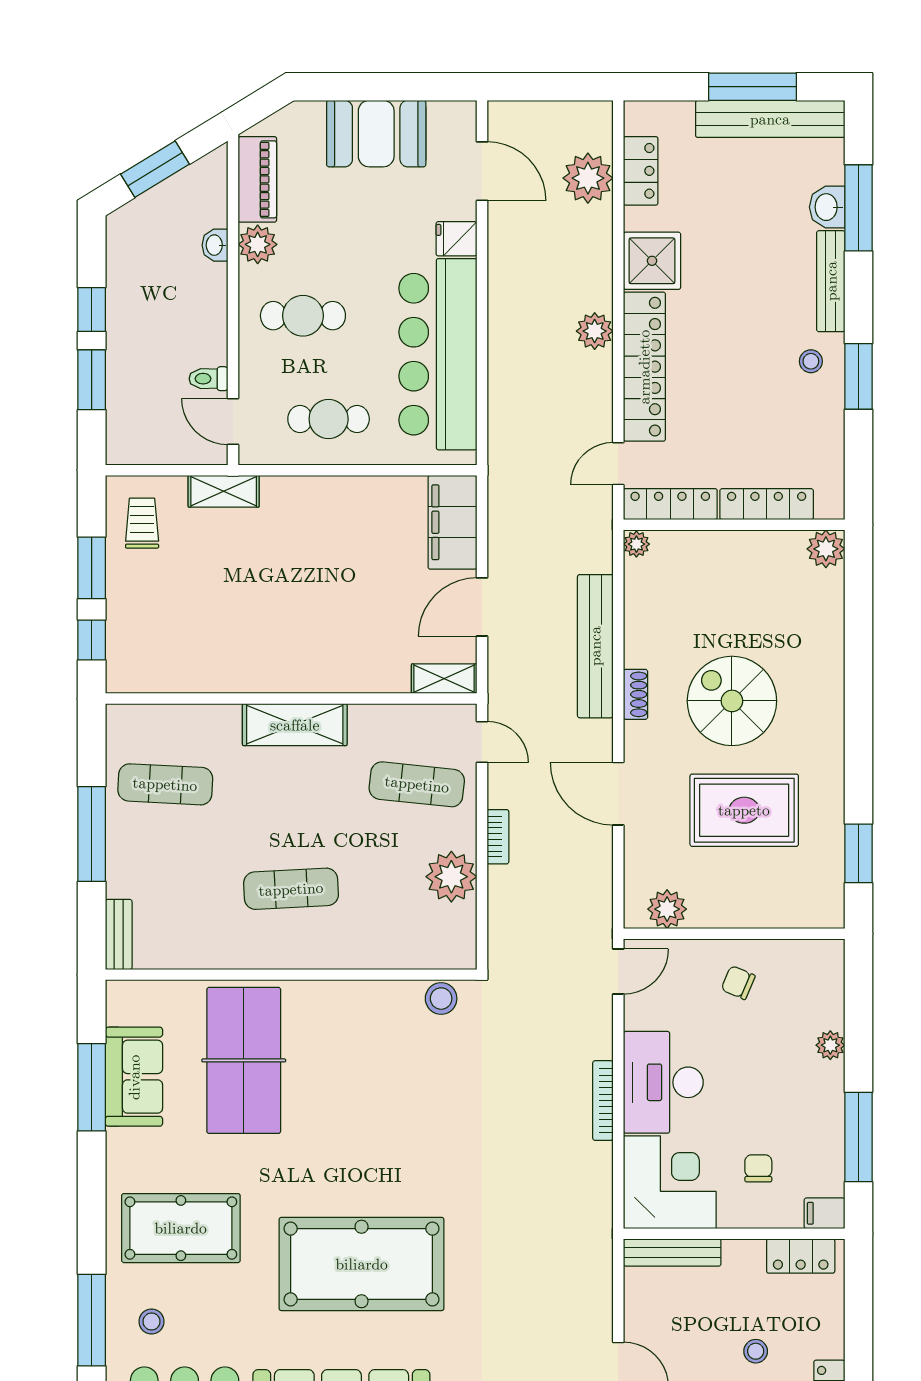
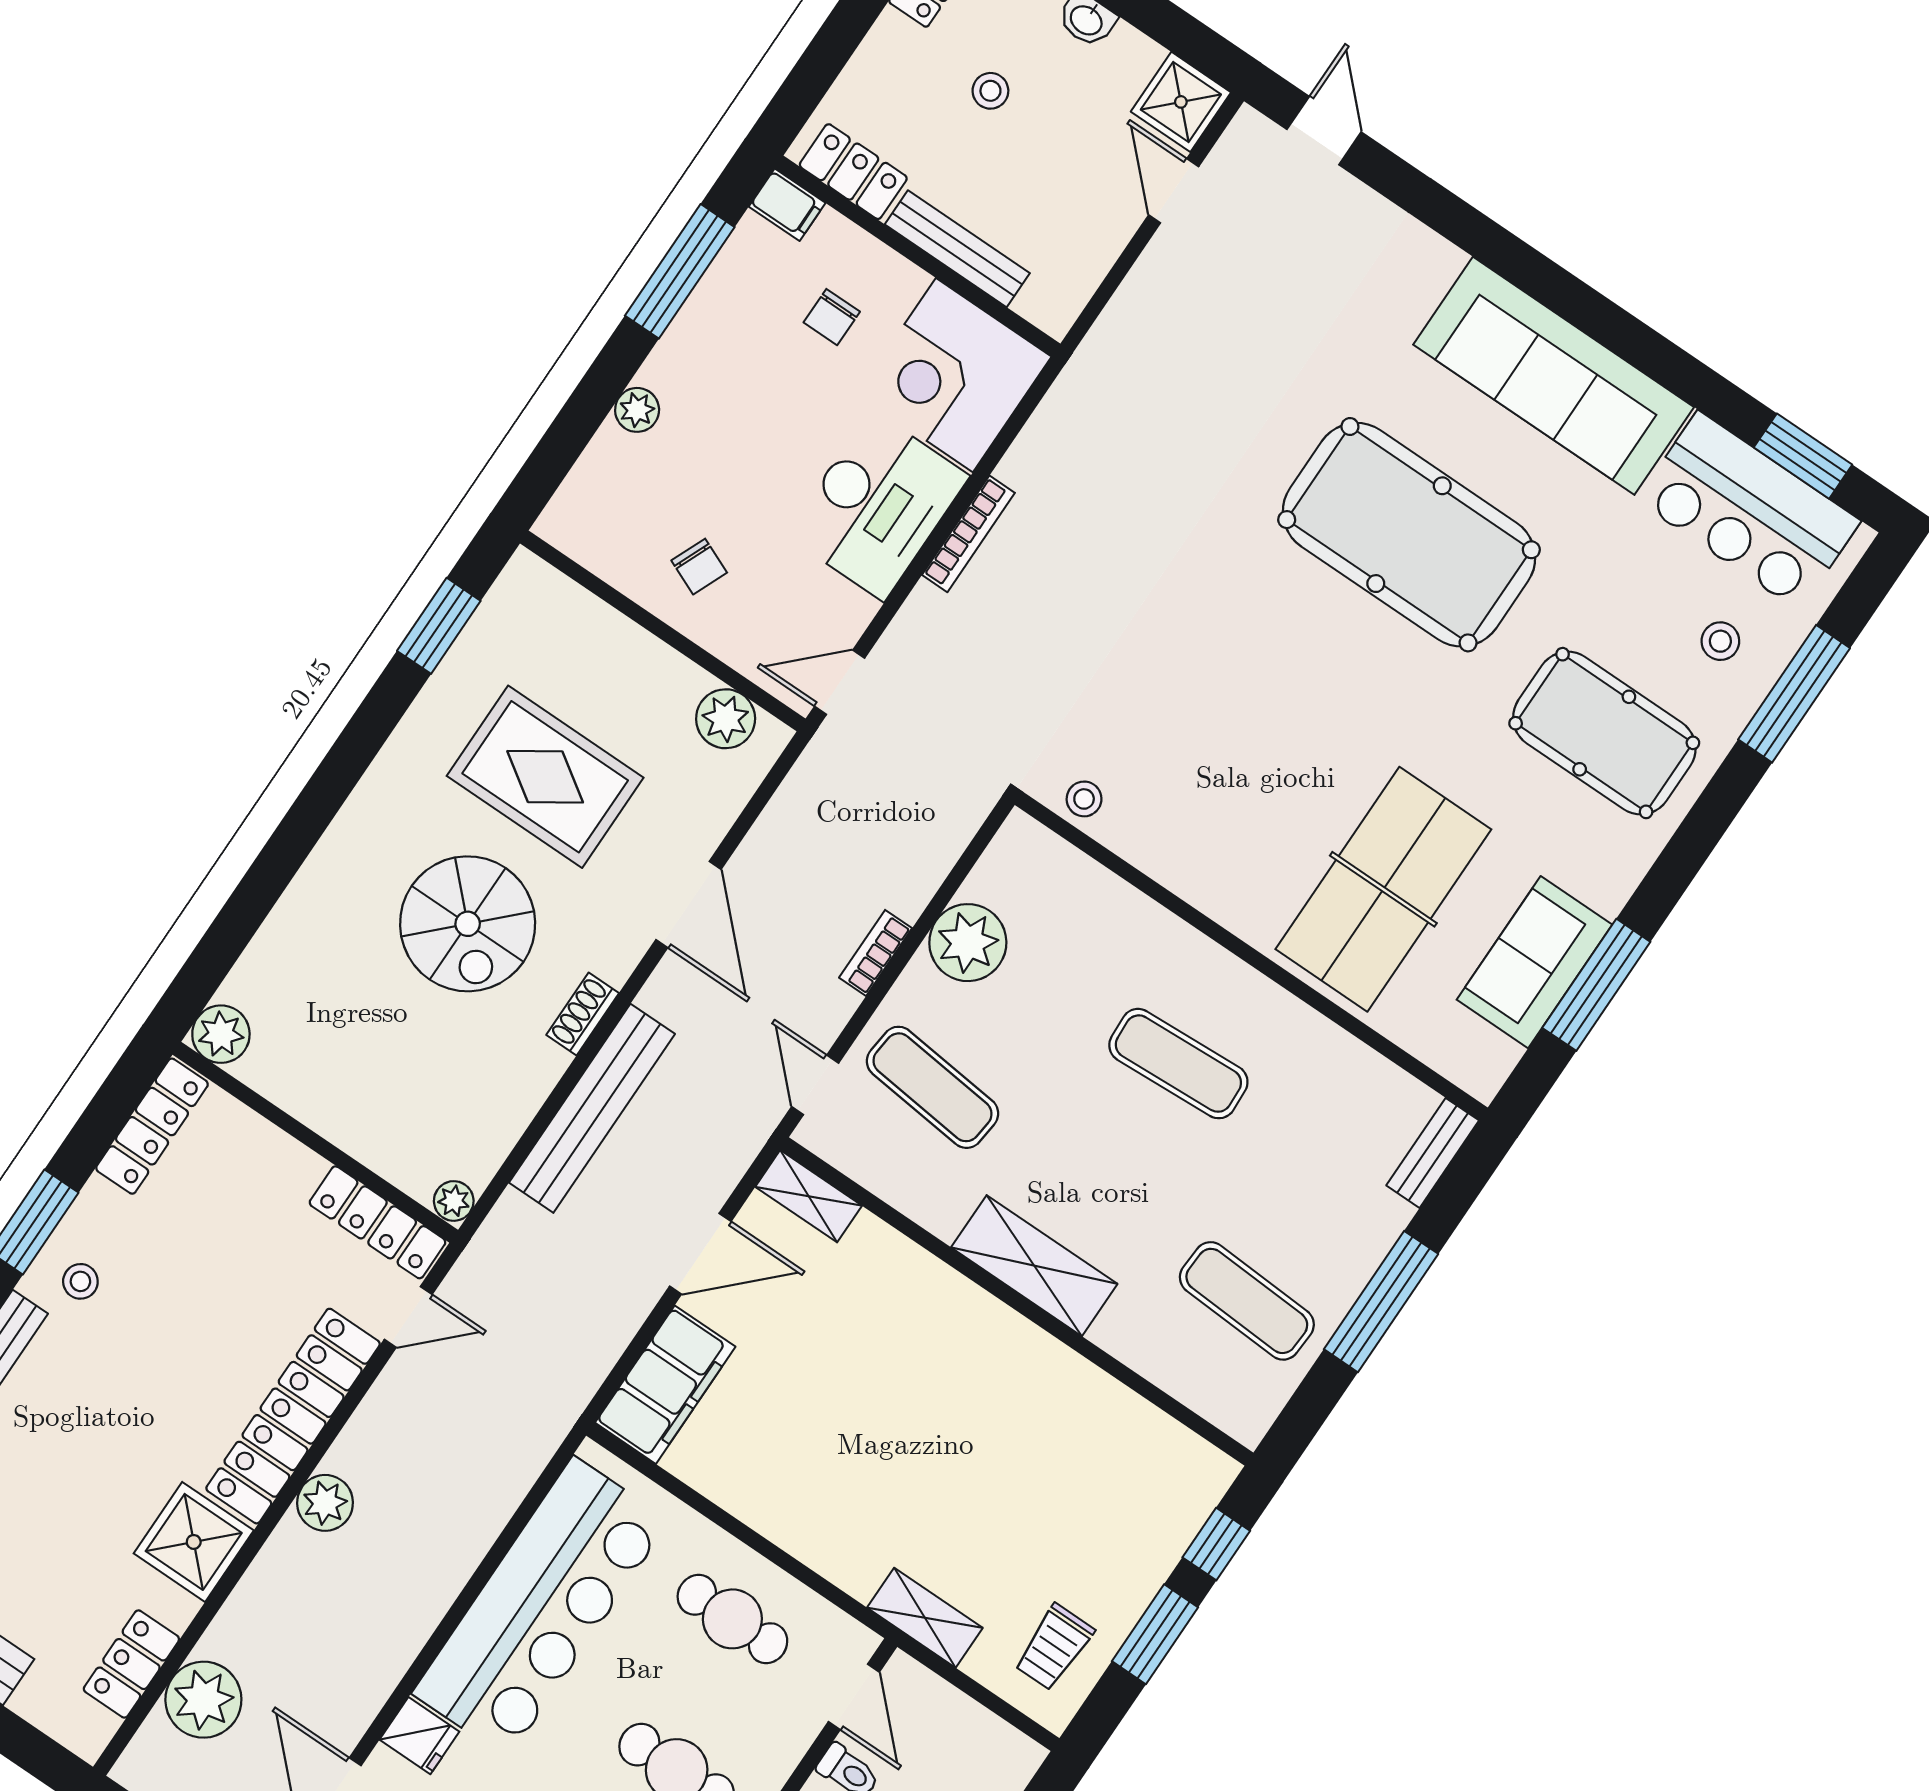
locker: (767, 504) -> (152, 1126), moved, turned -90
stool: (441, 999) -> (1084, 799), width x0.73, depth x0.73
bench: (672, 1252) -> (957, 249), moved

